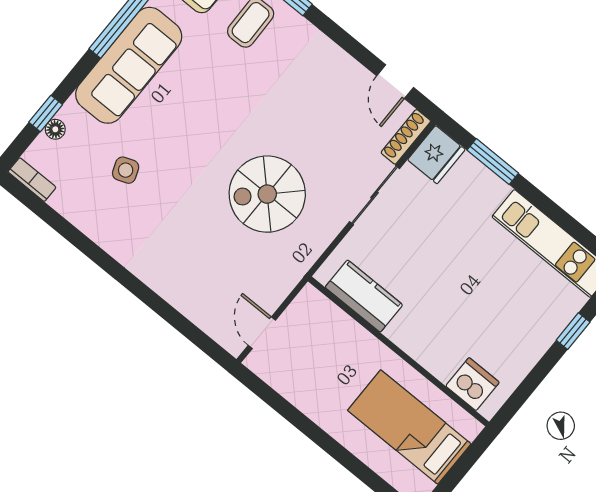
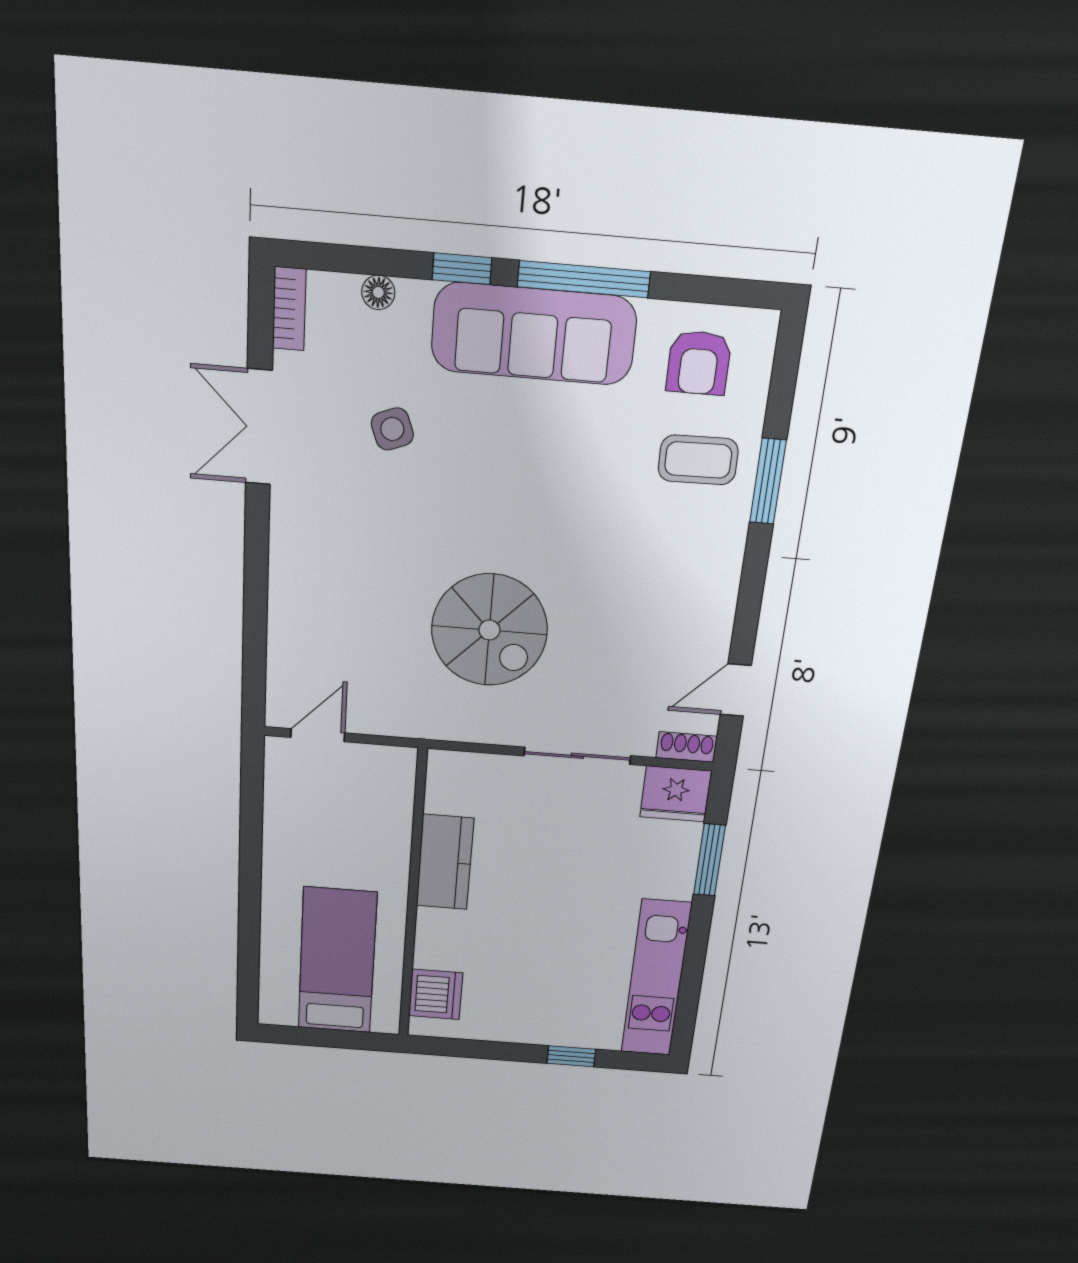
window: (46, 113) -> (462, 269), moved
shoe rack: (406, 137) -> (687, 747), width x0.70
spiral stairs: (267, 194) -> (489, 630), turned 180
double door: (77, 238) -> (259, 427), added
kitchen counter: (364, 296) -> (445, 862), moved

